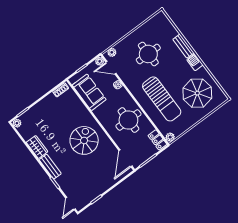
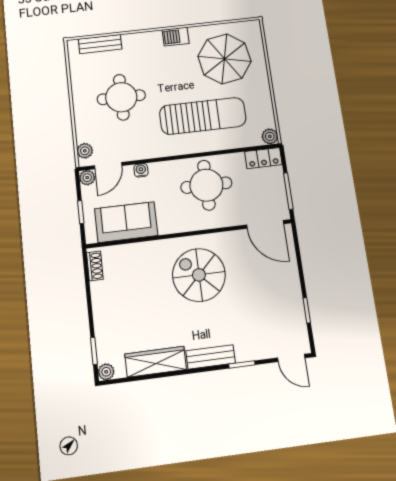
bench: (183, 46) -> (100, 44), moved
wardrobe: (37, 147) -> (156, 362), width x1.50

